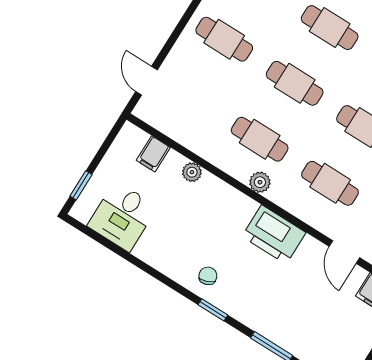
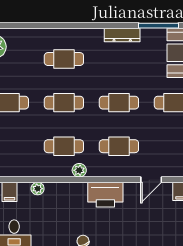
door: (344, 252) -> (151, 180), hinge flipped

